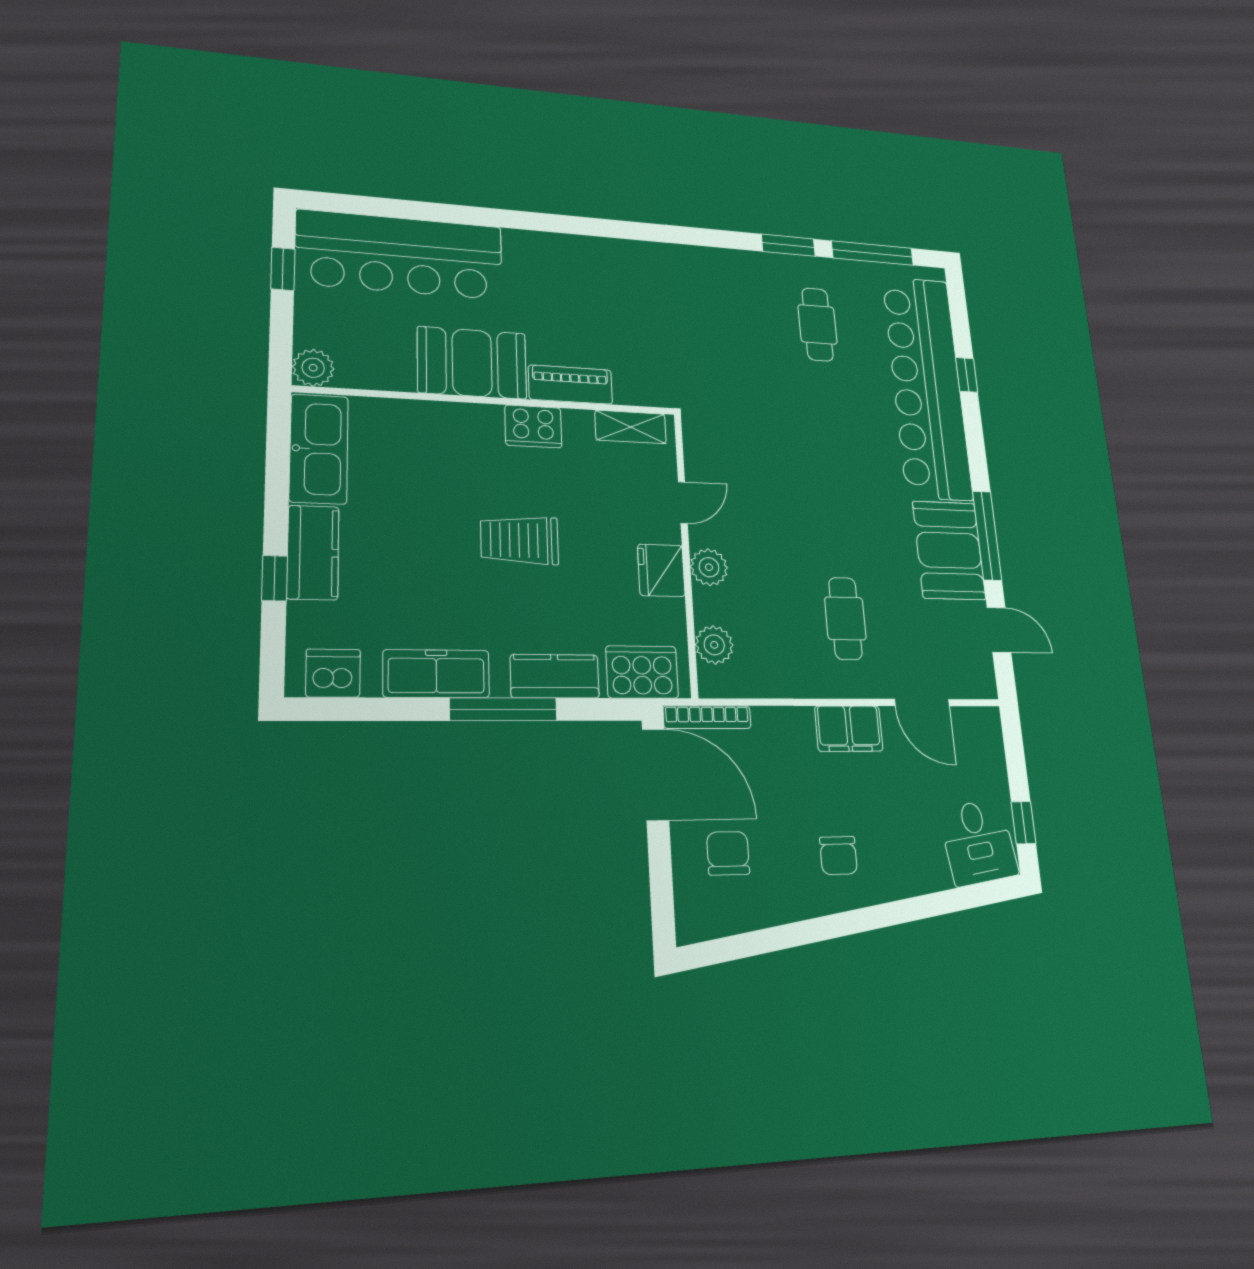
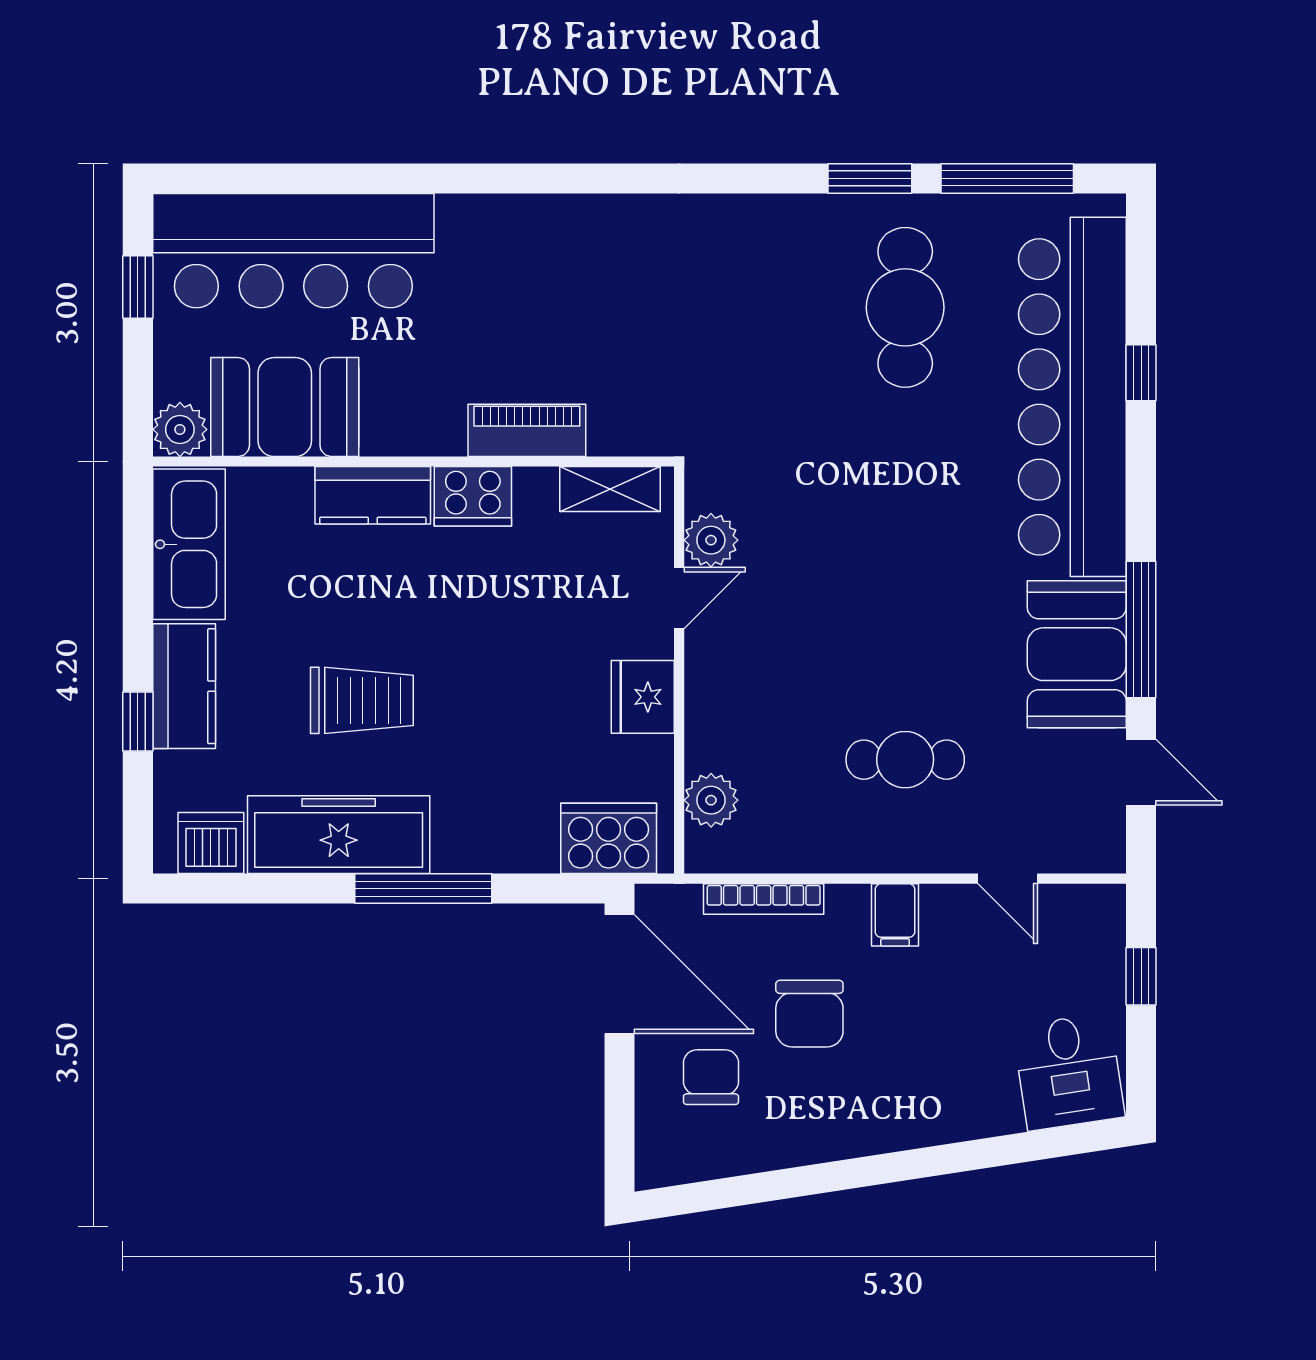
cafe table: (818, 324) -> (905, 307), width x1.37, depth x1.35
booth: (472, 363) -> (285, 407), moved
trolley: (520, 540) -> (362, 700), moved, turned 180
plant: (709, 567) -> (711, 540), moved
cafe table: (845, 618) -> (905, 760), turned 90
freezer: (436, 674) -> (339, 835), width x1.36, depth x1.26
kitchen counter: (555, 676) -> (373, 495), moved, turned 180
door: (922, 703) -> (1008, 879), width x0.73
bookcase: (707, 717) -> (764, 899), moved
filing cabinet: (849, 729) -> (895, 915), width x0.50
window: (1023, 823) -> (1141, 976), moved
chair: (838, 855) -> (809, 1014), moved, width x1.37, depth x1.37

